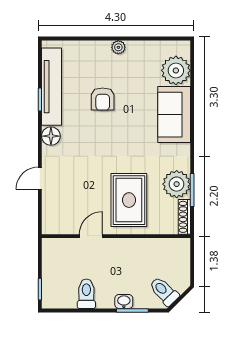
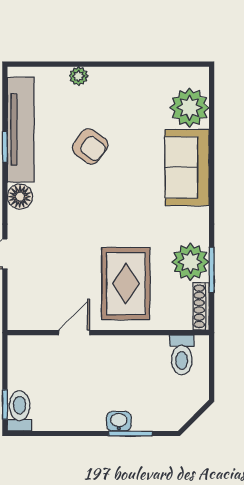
plant: (118, 47) -> (79, 76), moved
armchair: (103, 99) -> (90, 146), turned -53
toilet: (164, 291) -> (182, 355), moved, turned -135
toilet: (86, 294) -> (20, 411), moved

